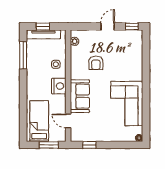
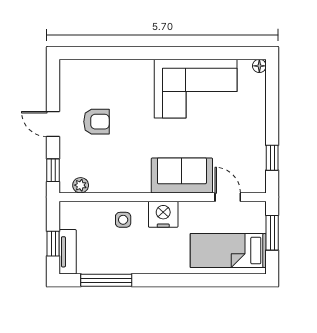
window: (132, 26) -> (53, 170), moved
tv unit: (43, 34) -> (68, 252), width x0.71
armchair: (96, 63) -> (96, 122), moved
door: (68, 121) -> (228, 197), swing flipped

